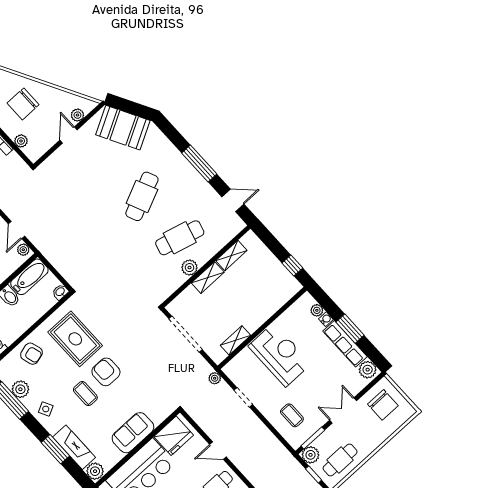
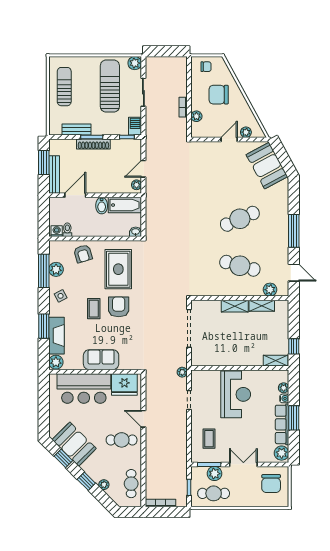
plant: (190, 268) -> (270, 290), moved
shelving: (235, 340) -> (276, 361), moved
plant: (310, 455) -> (214, 474), moved

